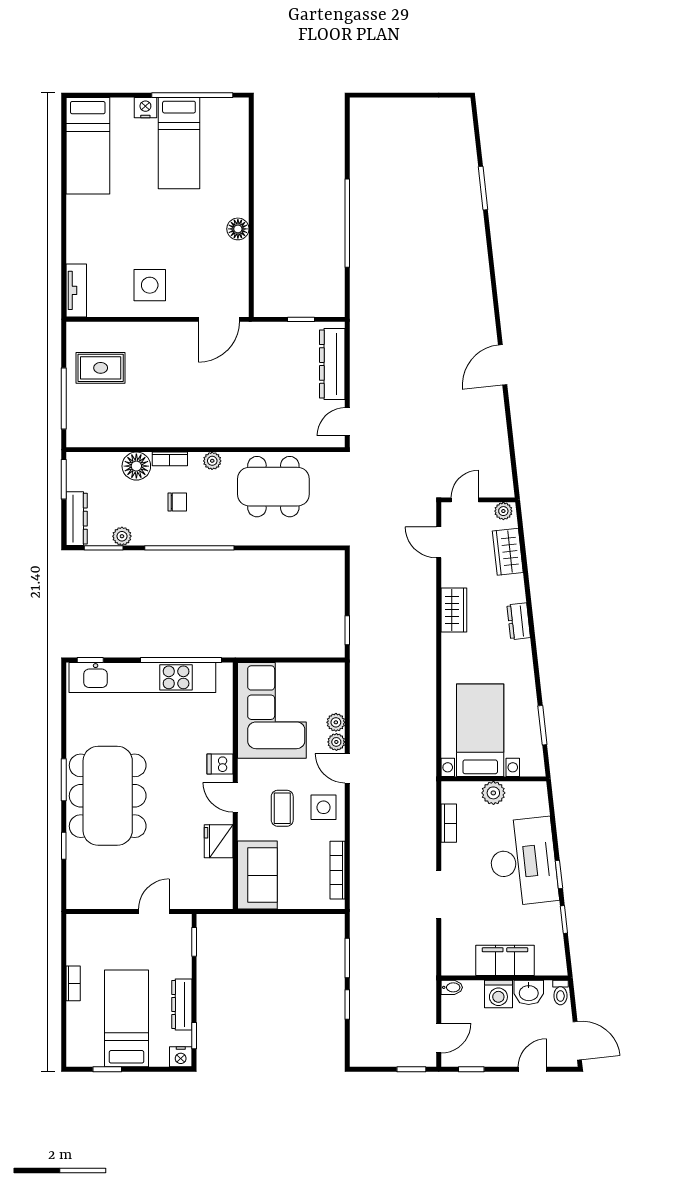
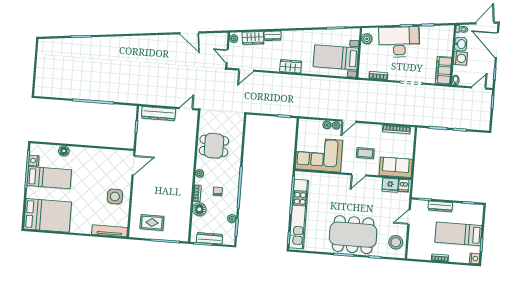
nightstand: (145, 108) -> (34, 161), moved
bed: (88, 146) -> (48, 215), width x1.50
floor lamp: (238, 229) -> (64, 151), moved
tv unit: (76, 290) -> (110, 231), width x1.41
door: (219, 319) -> (133, 165), hinge flipped
door: (503, 365) -> (189, 33), moved
rug: (101, 368) -> (152, 223), turned 90
door: (347, 422) -> (186, 109), swing flipped
dining table: (273, 487) -> (214, 146), width x0.73
dresser: (77, 519) -> (209, 238), moved
wardrobe: (454, 610) -> (291, 66), moved
dresser: (519, 621) -> (273, 36), moved
dishwasher: (220, 764) -> (404, 186), moved
plant: (493, 793) -> (367, 39), moved
side table: (324, 807) -> (366, 134), removed
fridge: (219, 841) -> (390, 185), moved
stool: (99, 887) -> (396, 242), added
door: (154, 912) -> (409, 217), hinge flipped
filing cabinet: (505, 960) -> (444, 70), moved
dresser: (182, 1004) -> (440, 206), moved
door: (439, 1038) -> (479, 88), hinge flipped
nightstand: (181, 1057) -> (475, 258), moved
door: (532, 1069) -> (497, 45), width x1.87

